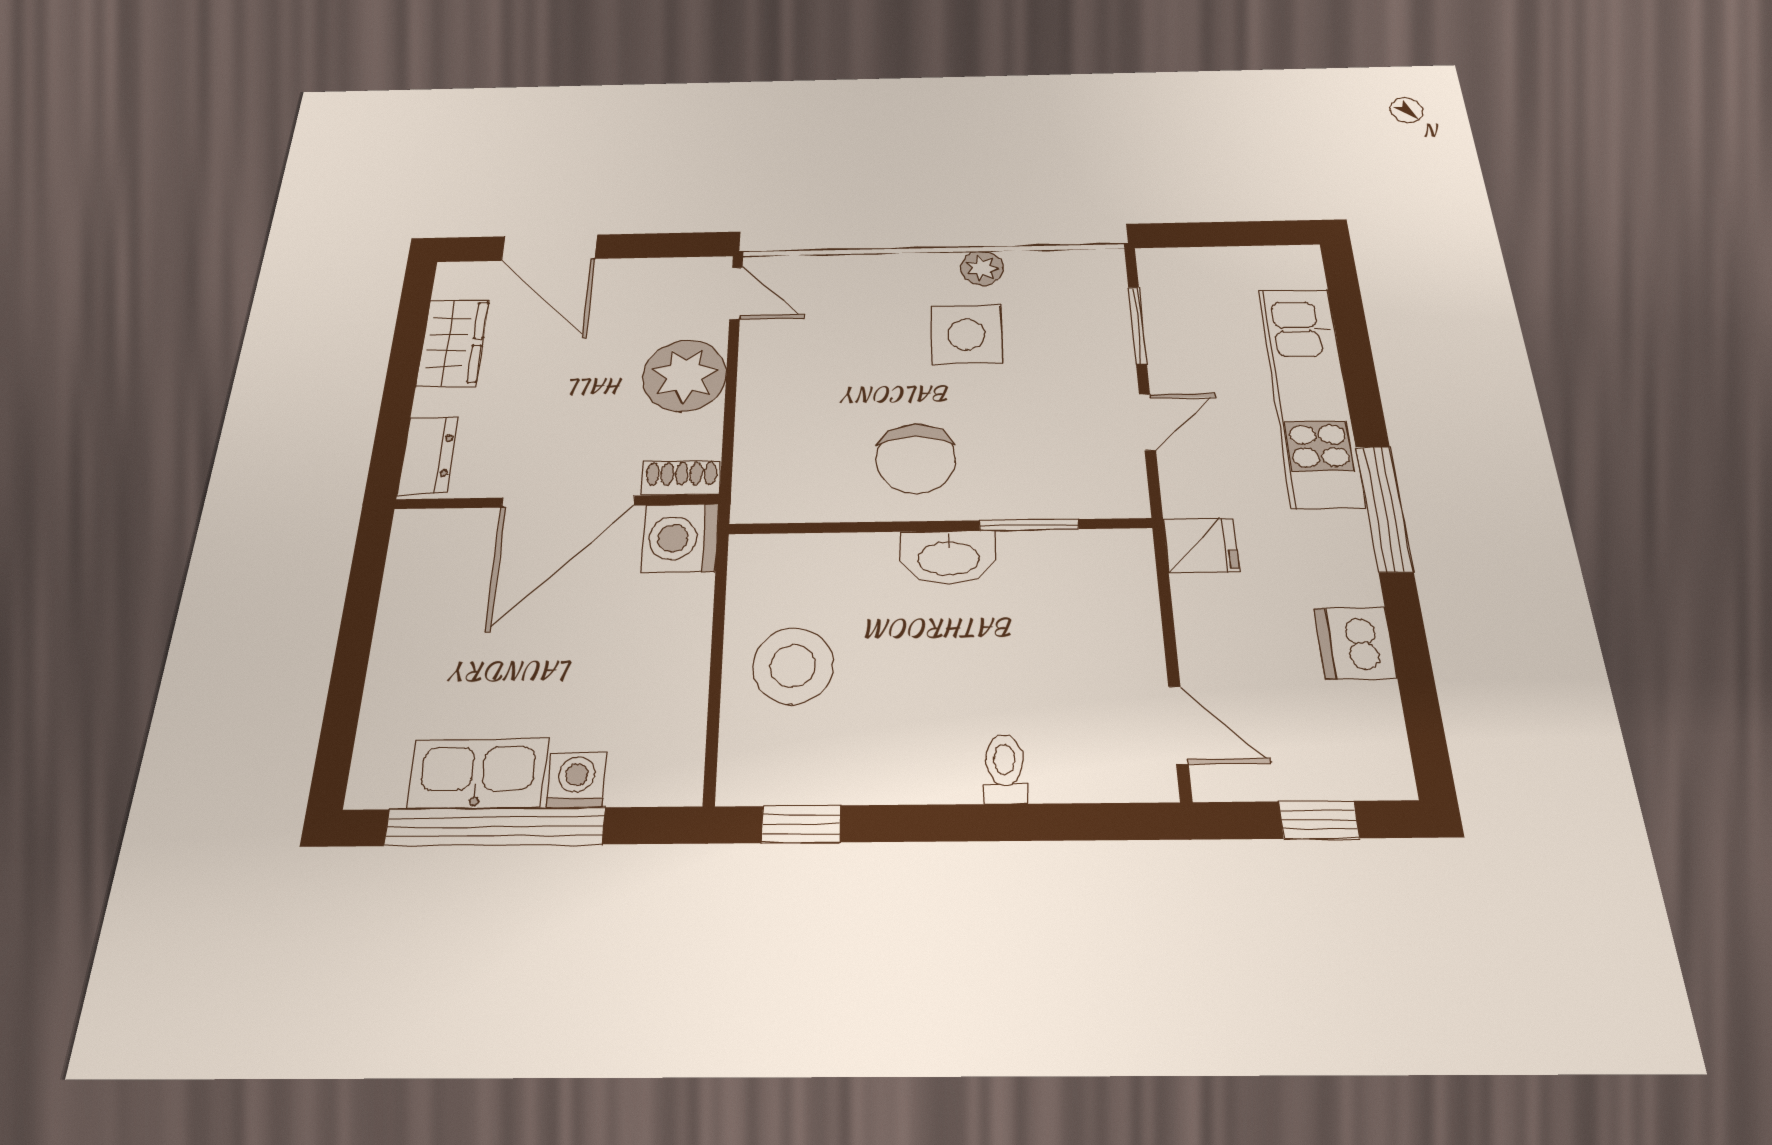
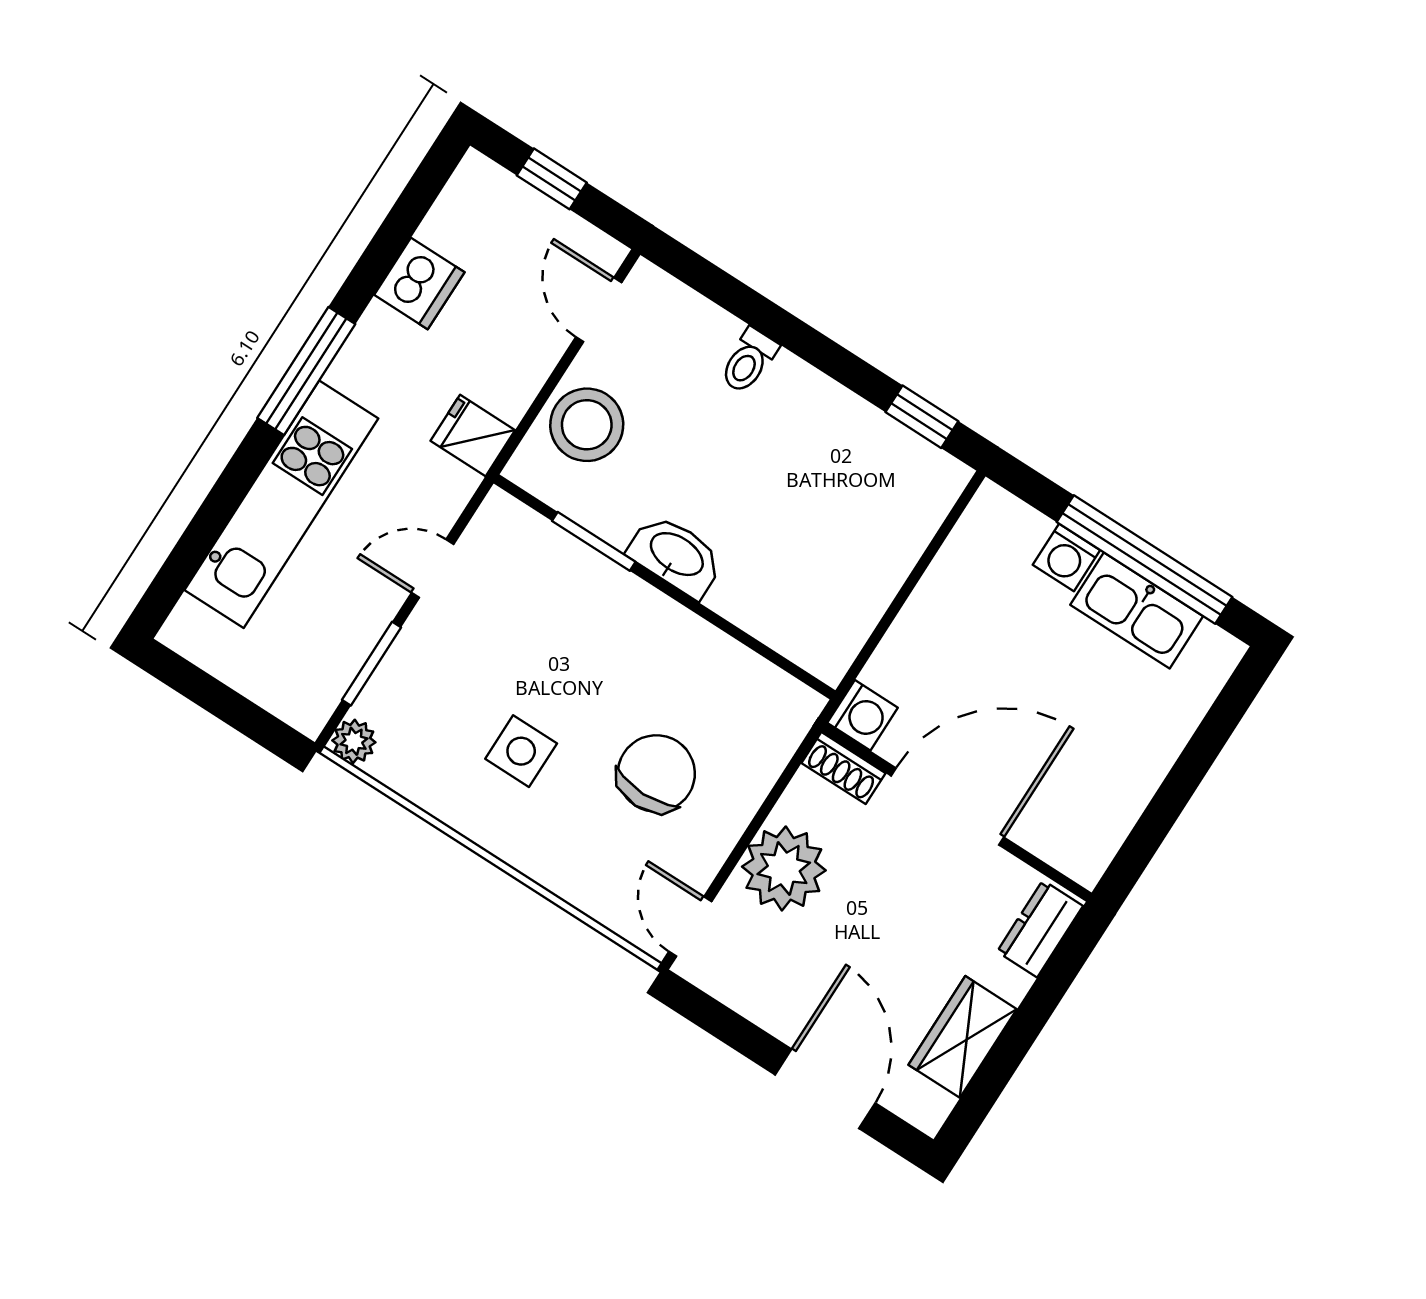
plant: (982, 268) -> (354, 741), moved
side table: (967, 335) -> (521, 751), width x0.73, depth x0.73
chair: (916, 459) -> (656, 774), moved
washing machine: (680, 538) -> (863, 715), width x0.73, depth x0.73
stool: (793, 666) -> (587, 425), moved

